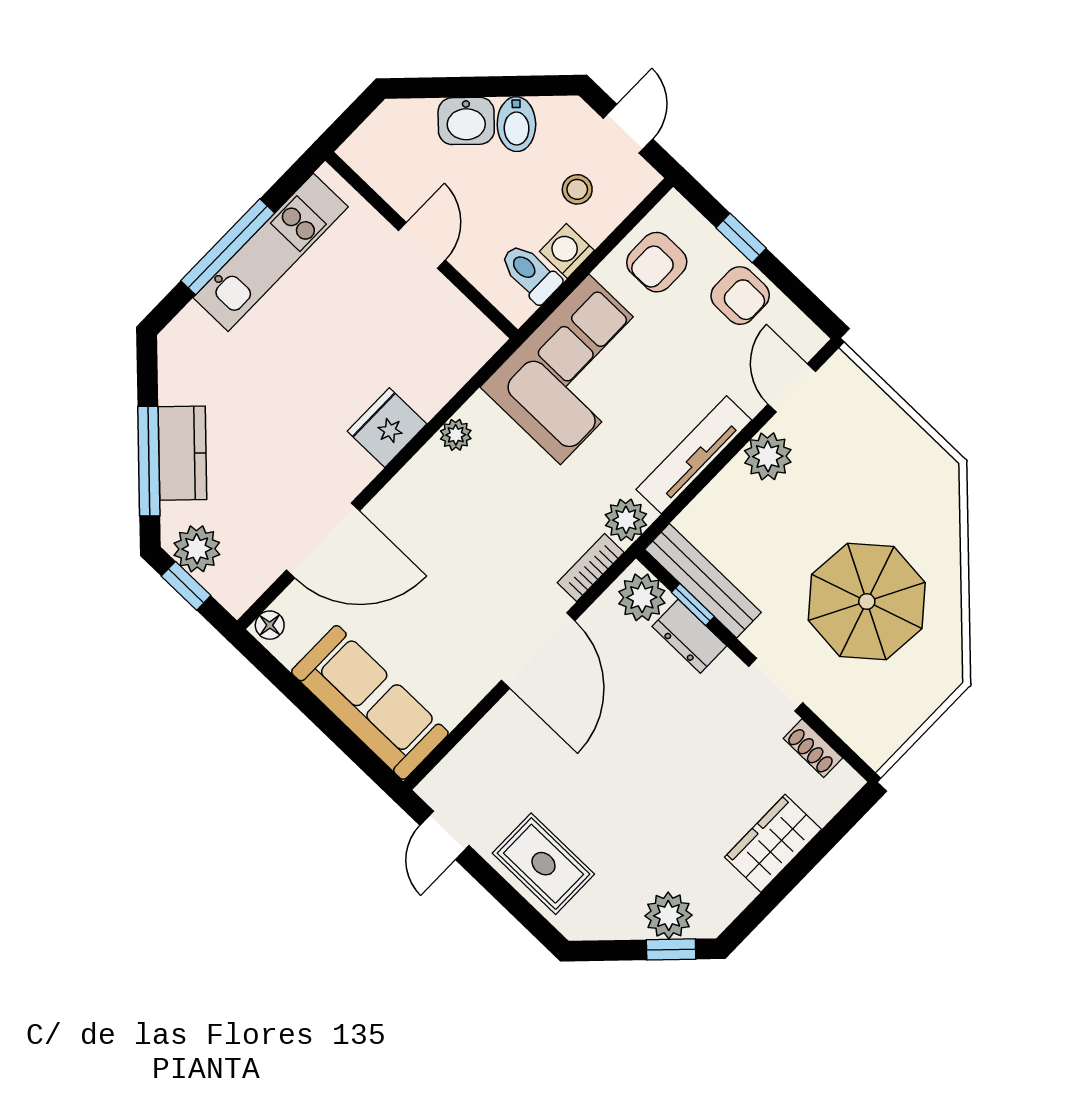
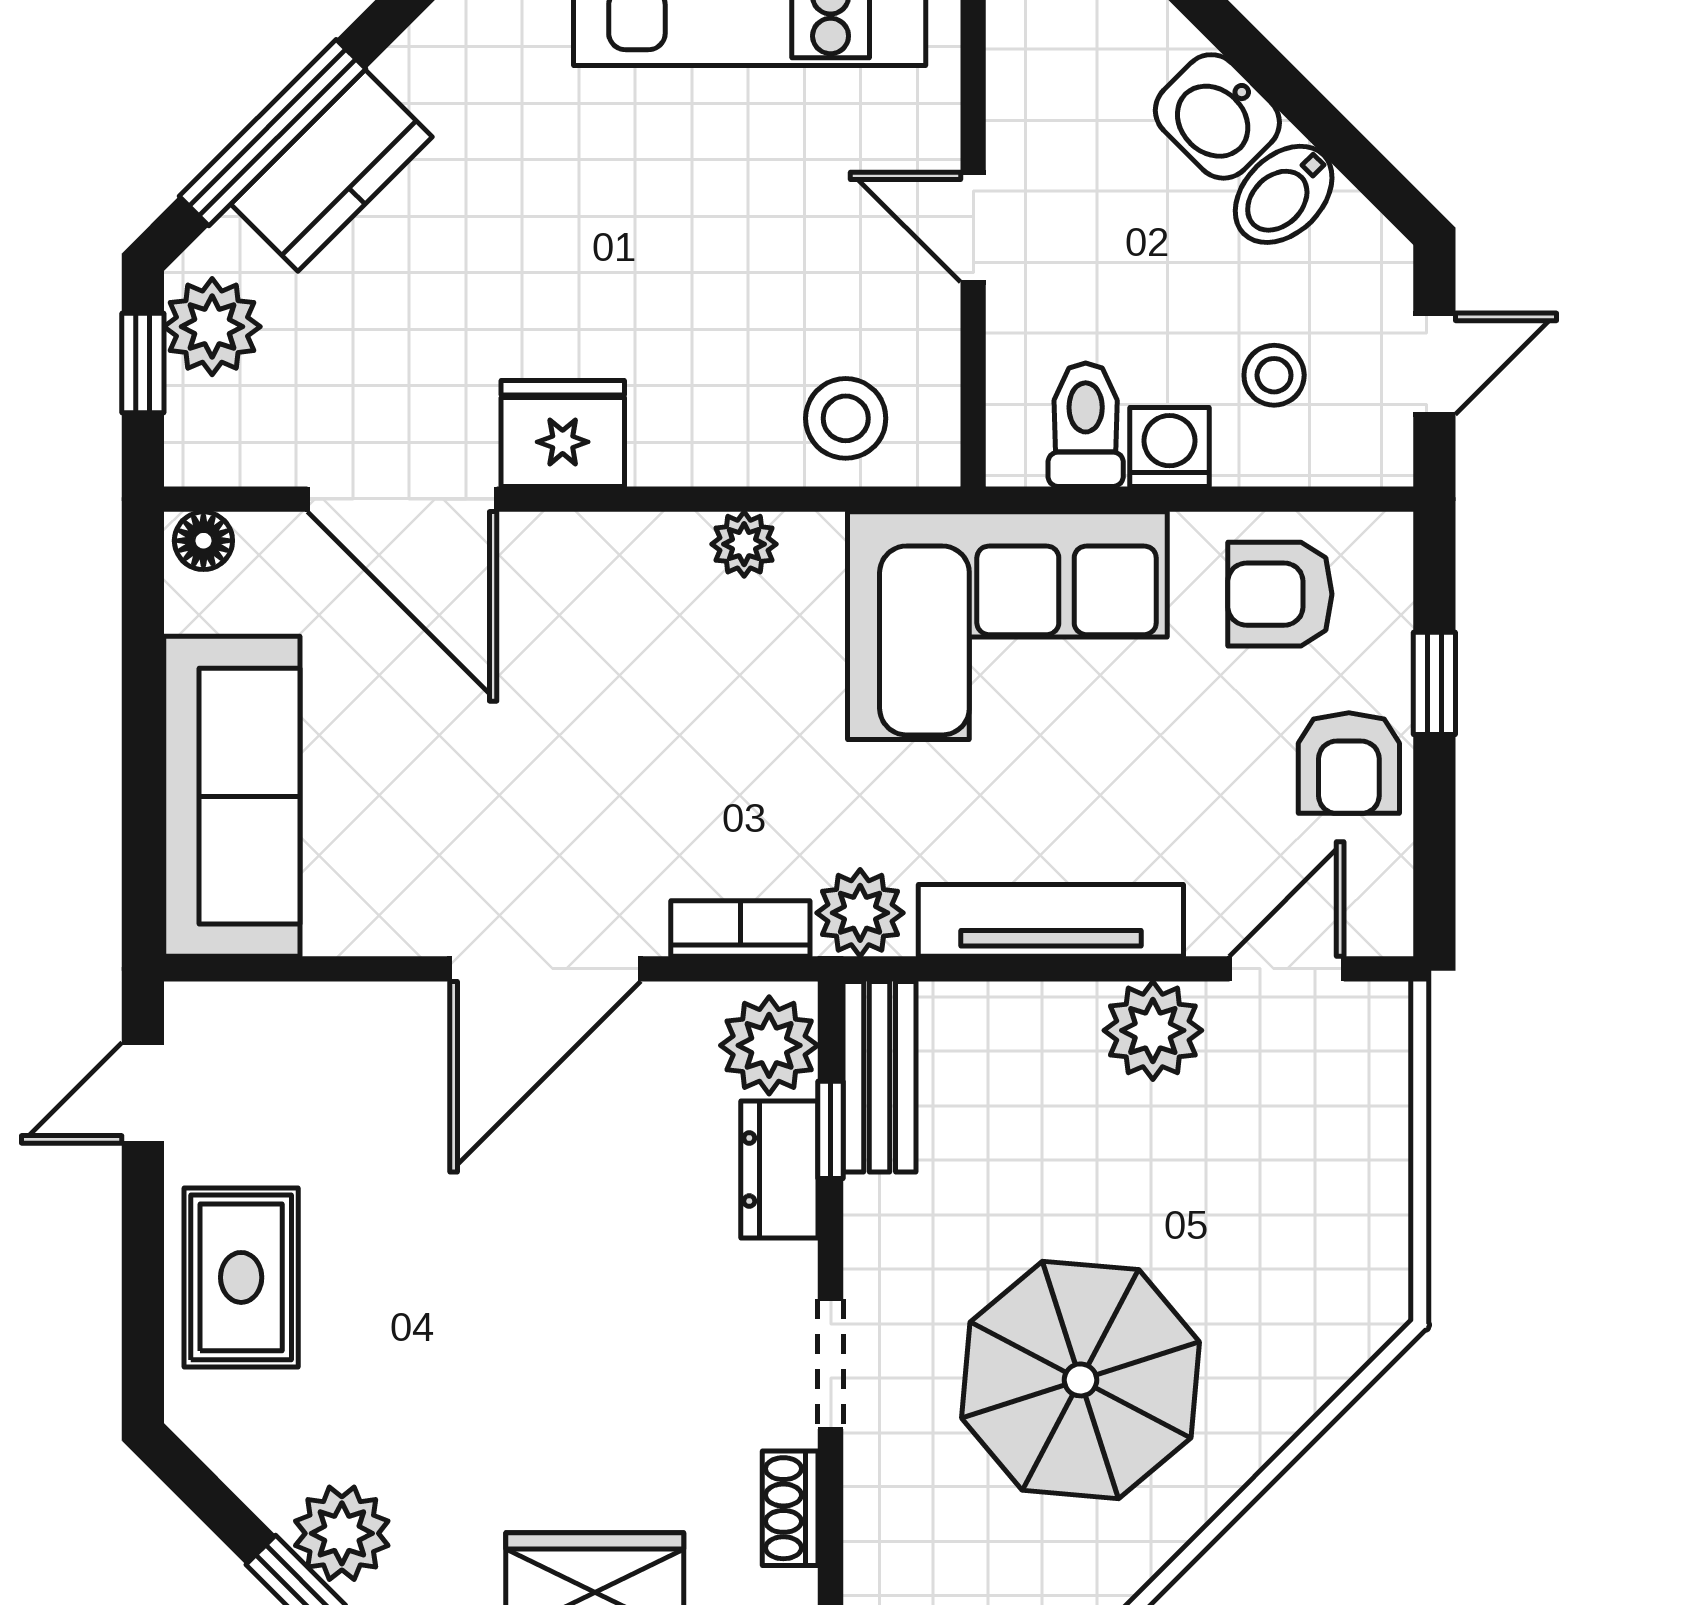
door: (422, 245) -> (973, 227), swing flipped
stool: (446, 356) -> (846, 418), added
fridge: (387, 428) -> (563, 433), moved
bench: (703, 581) -> (880, 1077), width x0.73

